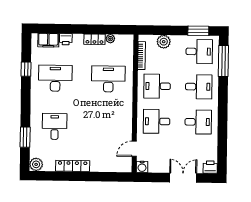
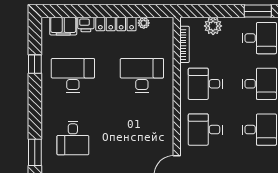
locker: (94, 39) -> (116, 24), width x1.53
desk: (55, 126) -> (73, 138), turned 180

